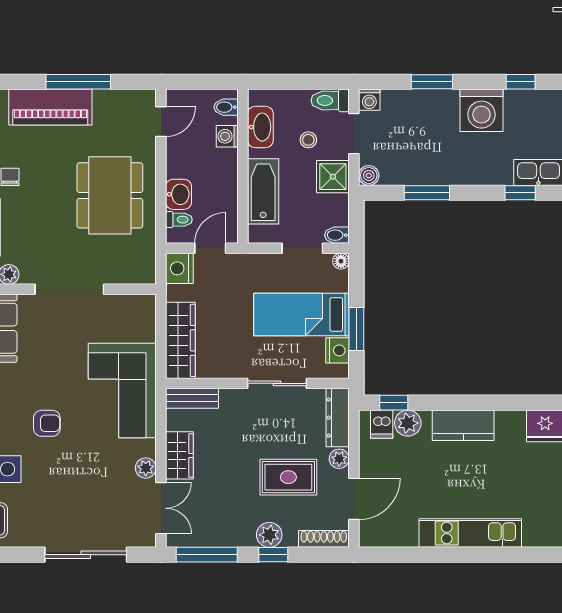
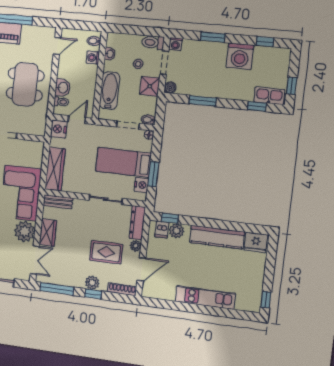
washbasin: (260, 127) -> (110, 54), width x0.52, depth x0.69
kitchen counter: (463, 425) -> (217, 237), width x1.50
plant: (146, 468) -> (25, 231), width x1.87, depth x1.87

